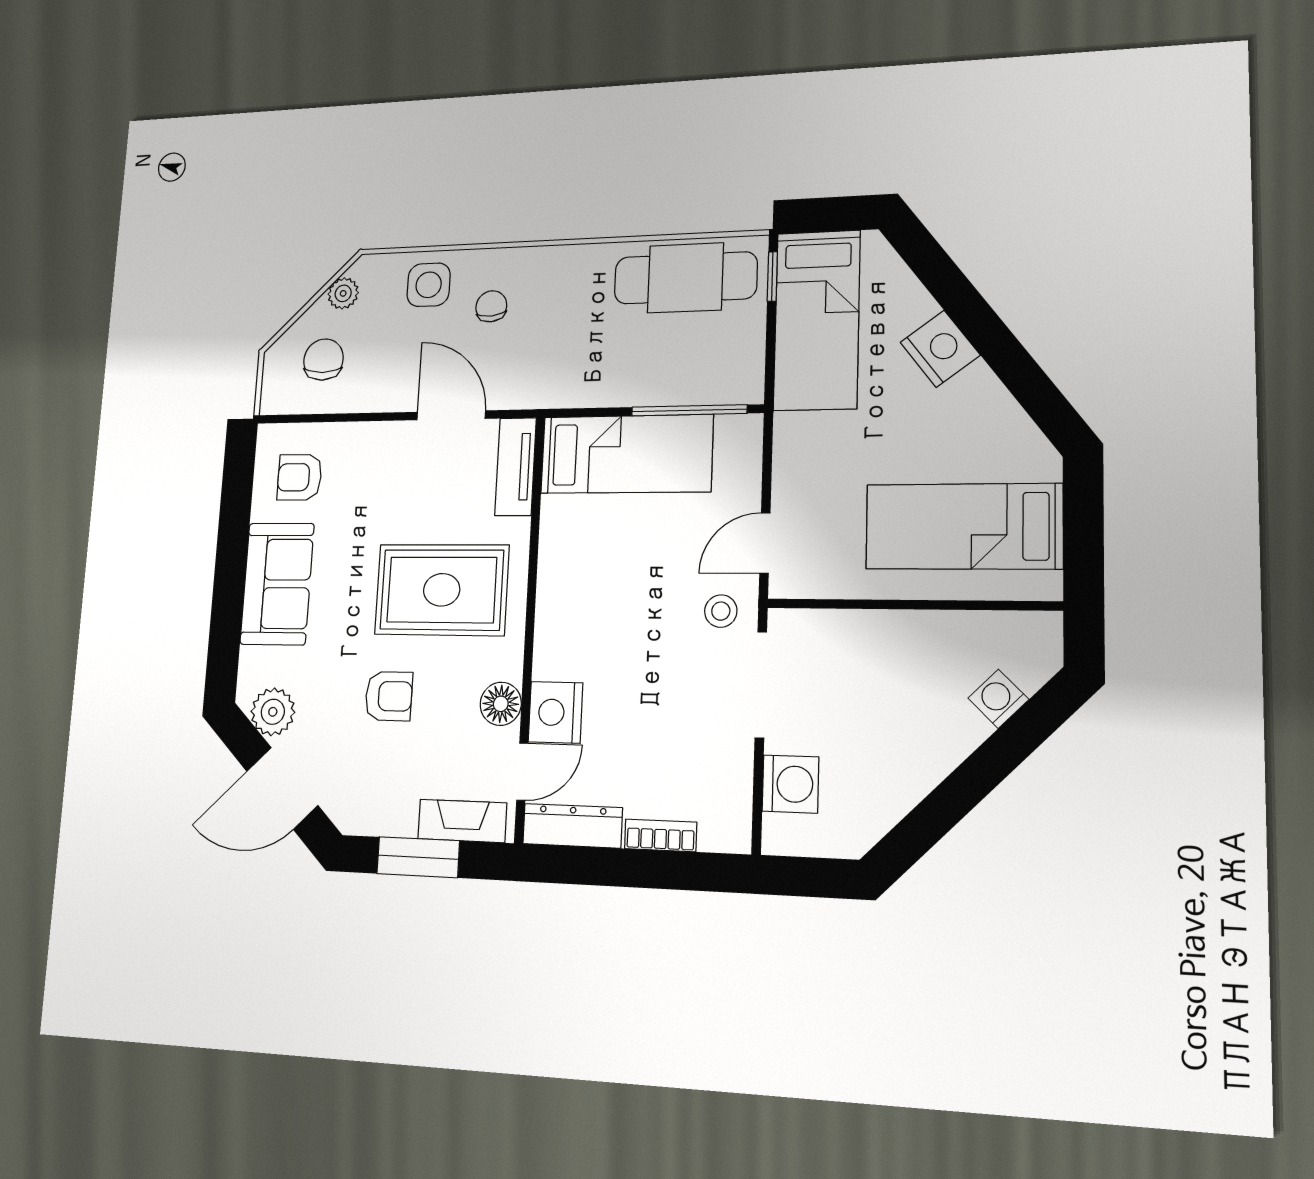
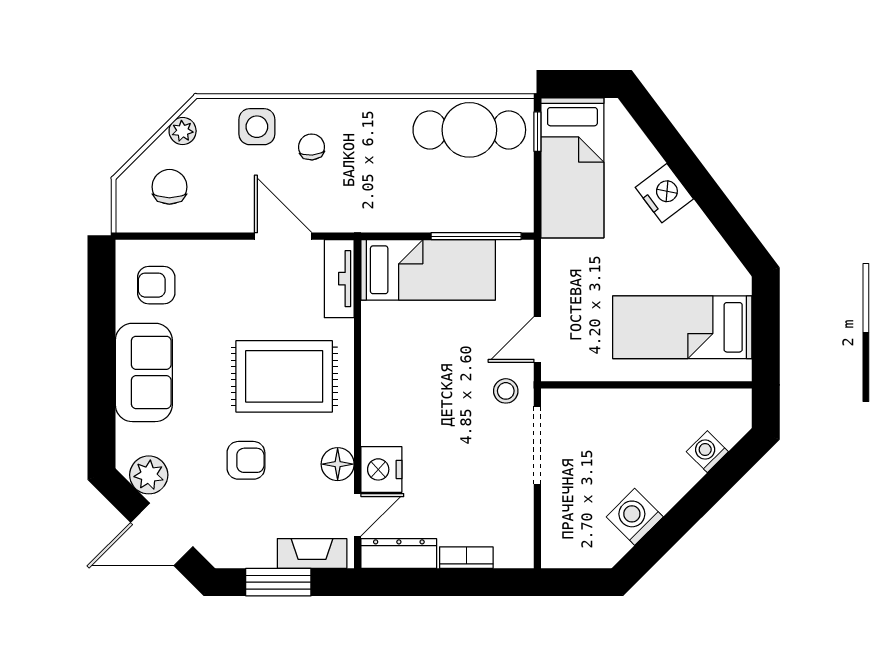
washing machine: (790, 784) -> (635, 517), moved, turned -135

